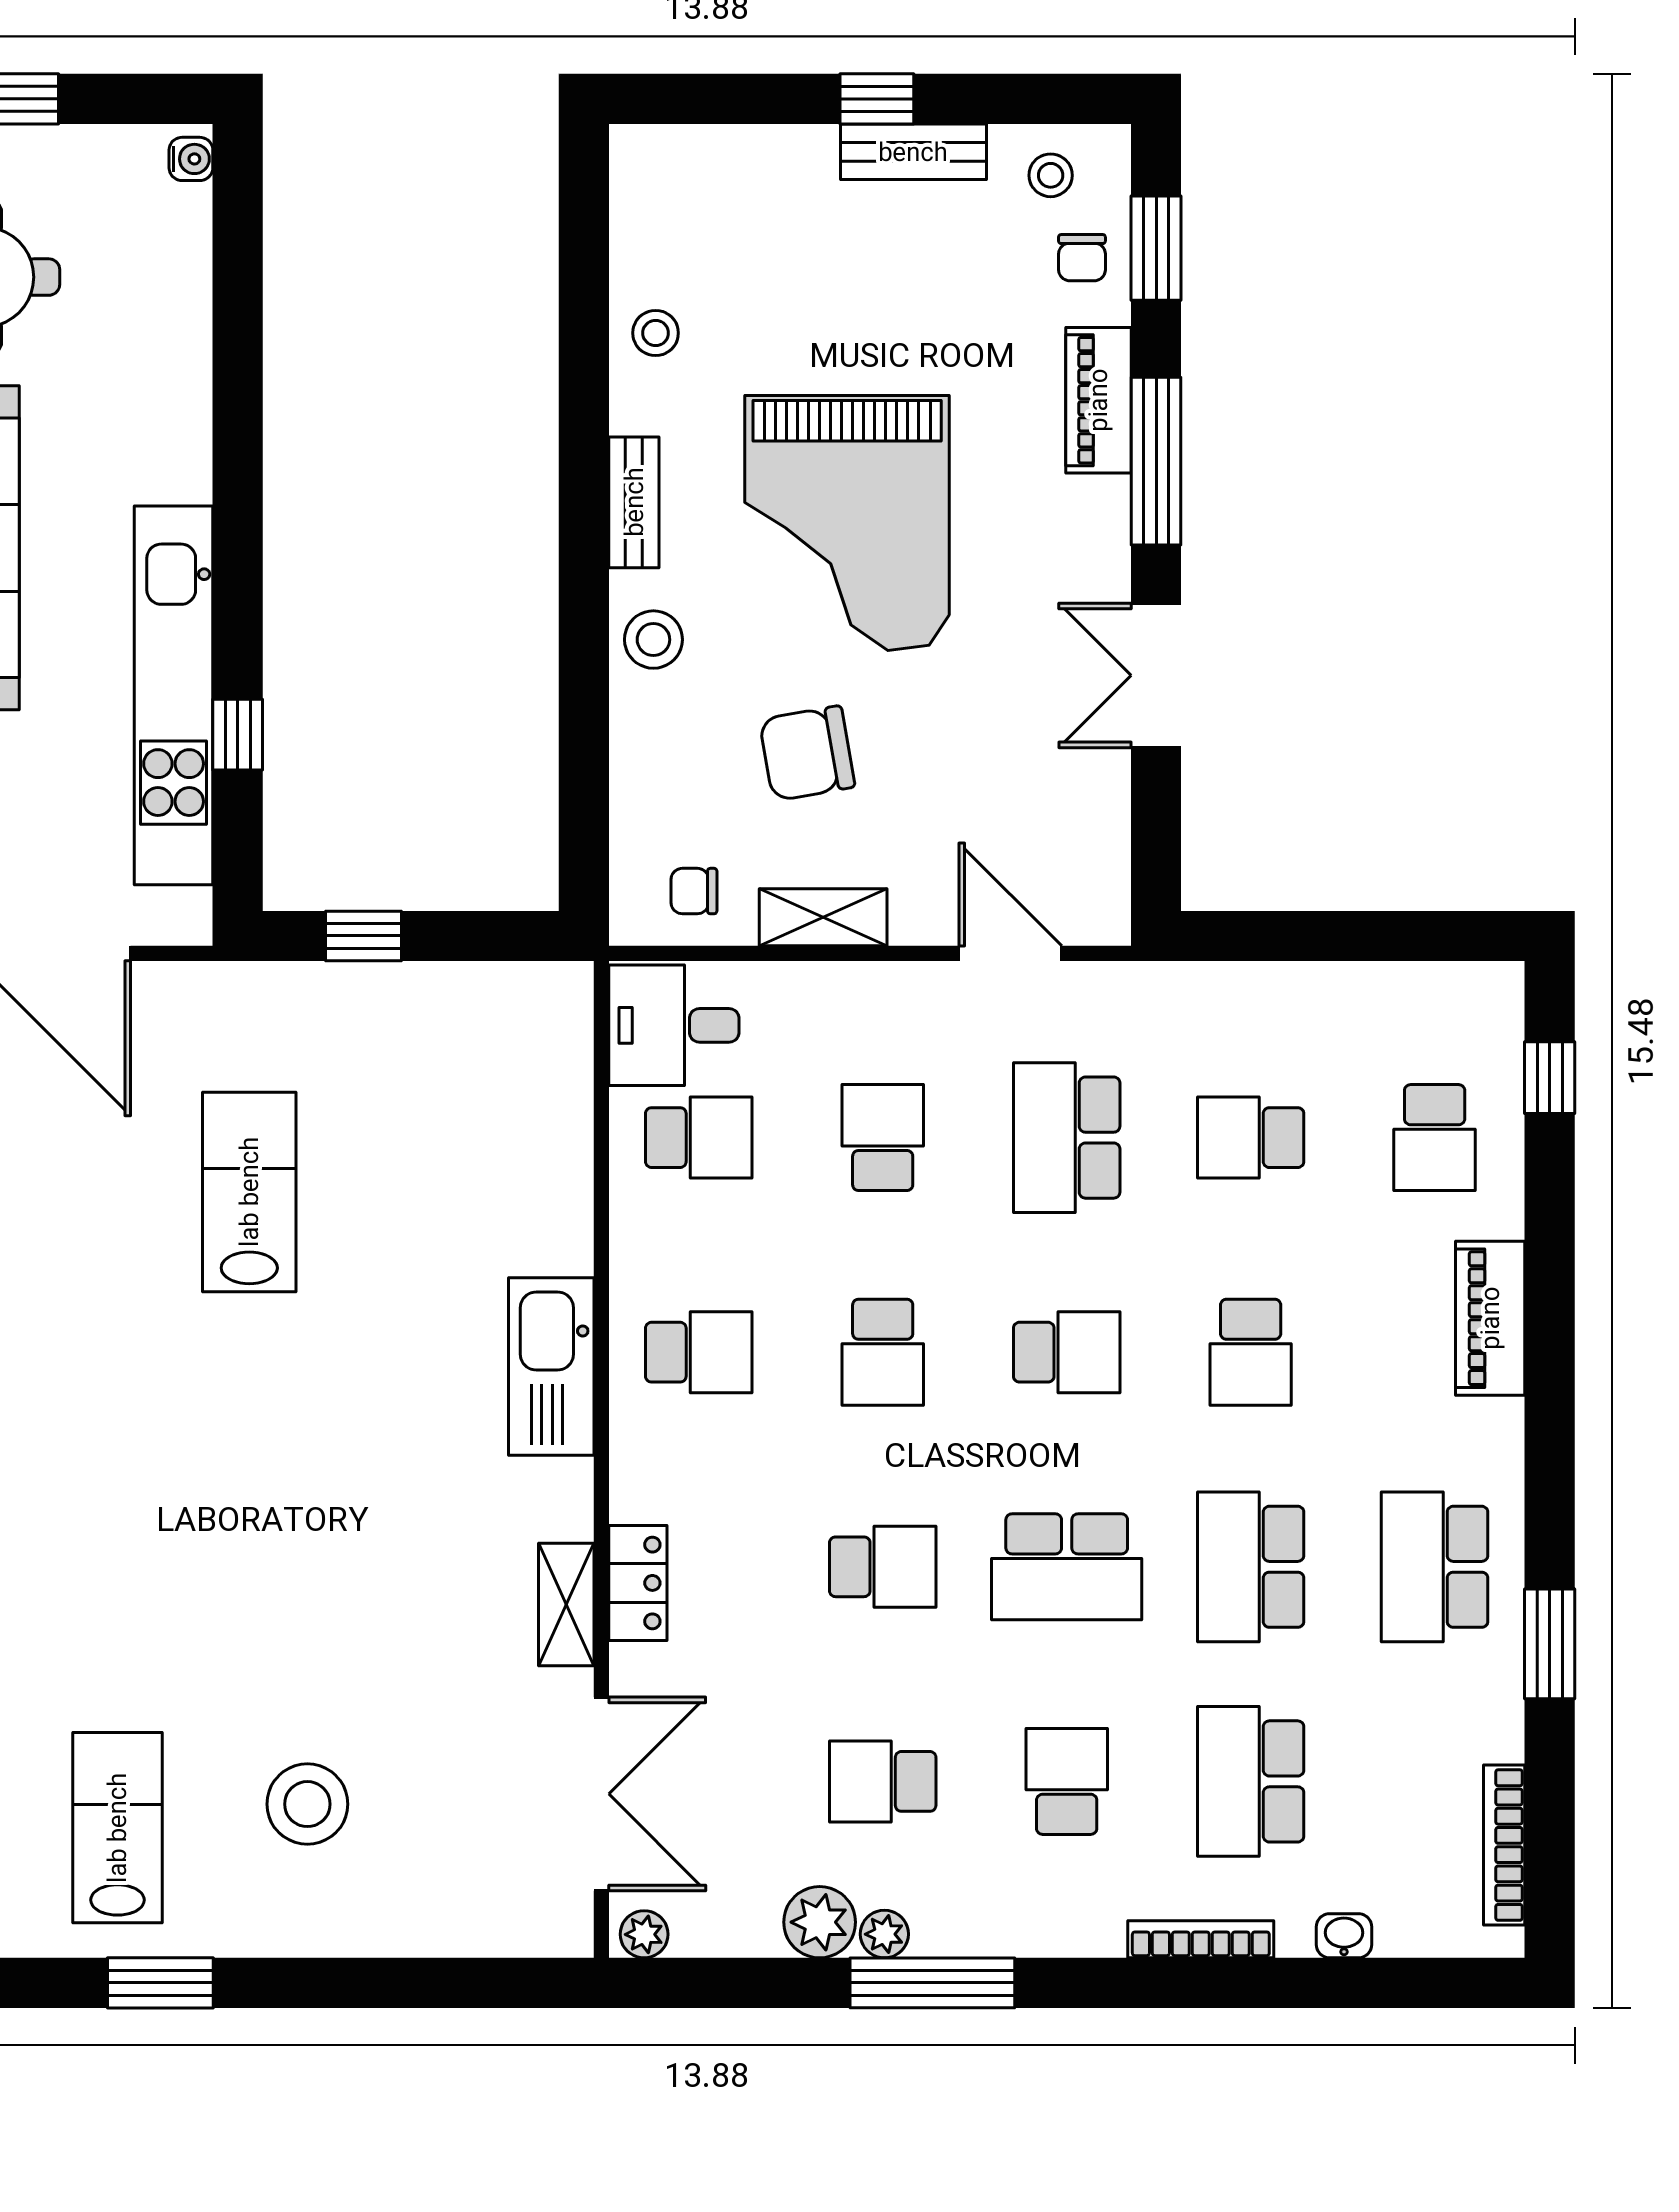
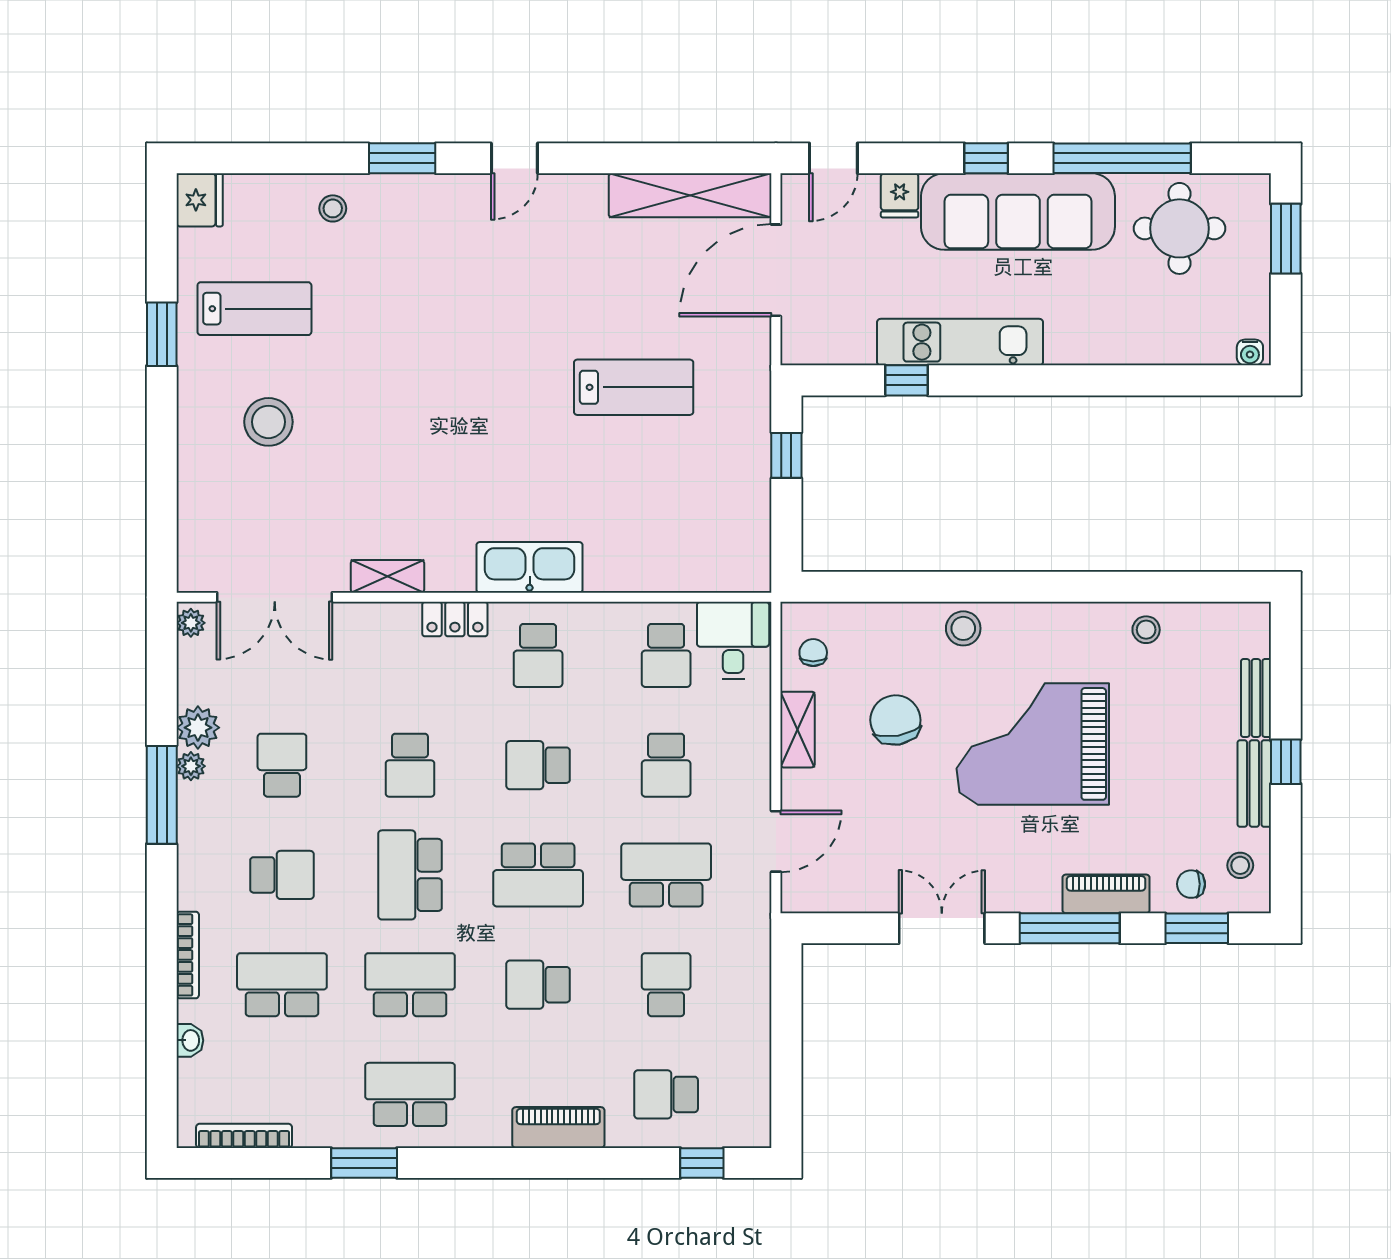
bench: (634, 502) -> (1256, 698), moved, turned 90
kitchen unit: (174, 695) -> (960, 342), width x0.73
school desk: (883, 1138) -> (666, 765), turned 90
school desk: (1067, 1352) -> (538, 875), width x1.85
locker: (638, 1583) -> (455, 619), moved

